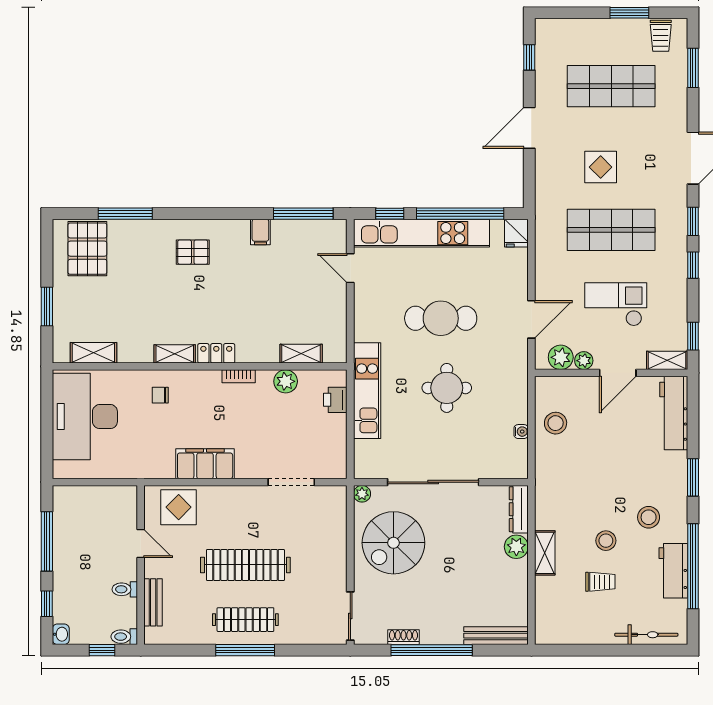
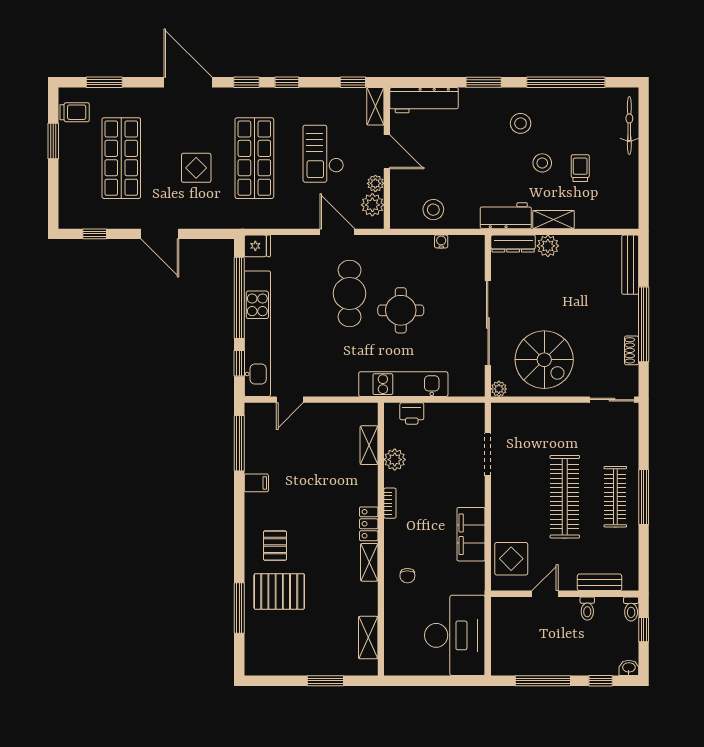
pallet: (87, 249) -> (279, 591), moved
cafe table: (441, 318) -> (350, 293), moved
desk: (85, 417) -> (455, 635), moved, turned -90
workbench: (673, 571) -> (506, 216), moved, turned 180

